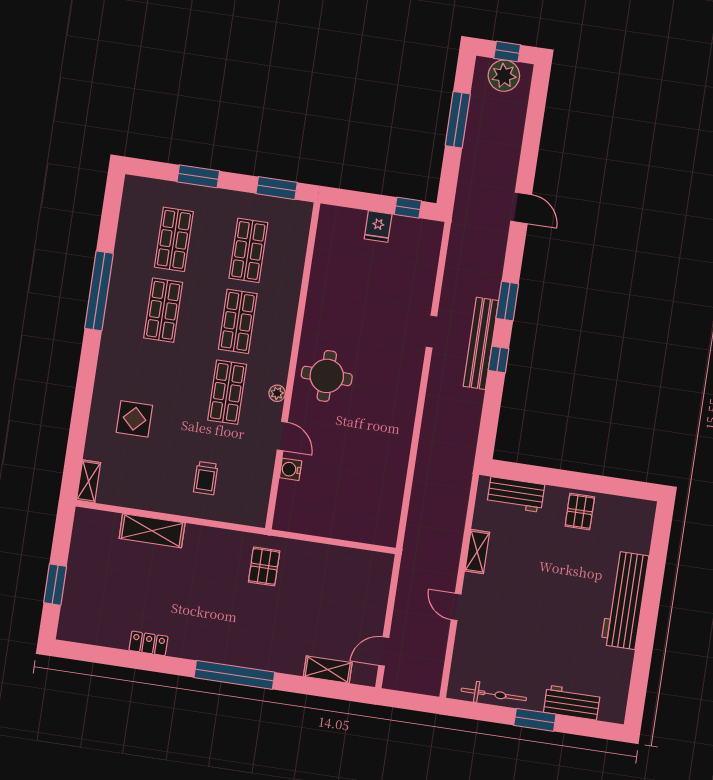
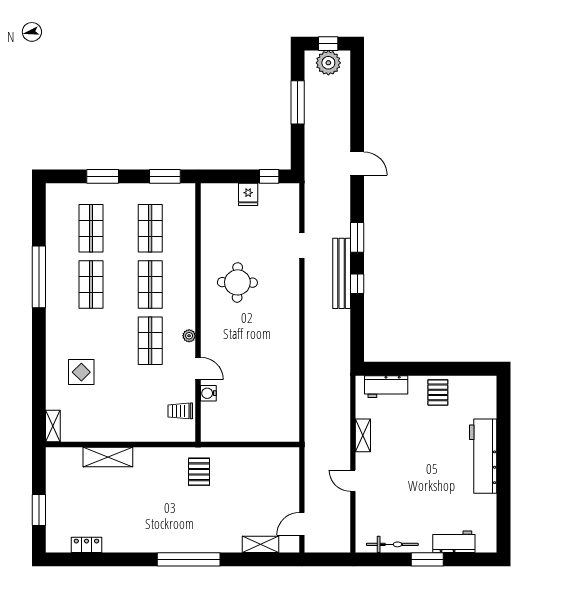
doorway: (432, 332) -> (302, 245), moved
round table: (327, 376) -> (237, 282), moved
trolley: (206, 478) -> (180, 411), moved, turned 90
locker: (148, 643) -> (86, 545), moved

